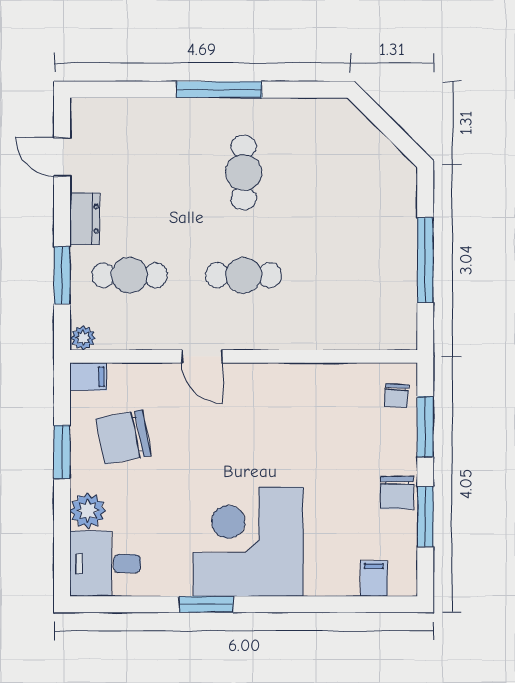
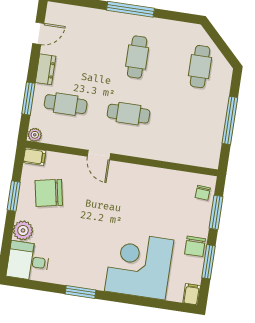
door: (62, 157) -> (38, 33), swing flipped
cafe table: (358, 172) -> (200, 67), added
corner desk: (248, 542) -> (139, 265), moved
filing cabinet: (374, 579) -> (192, 294), moved

